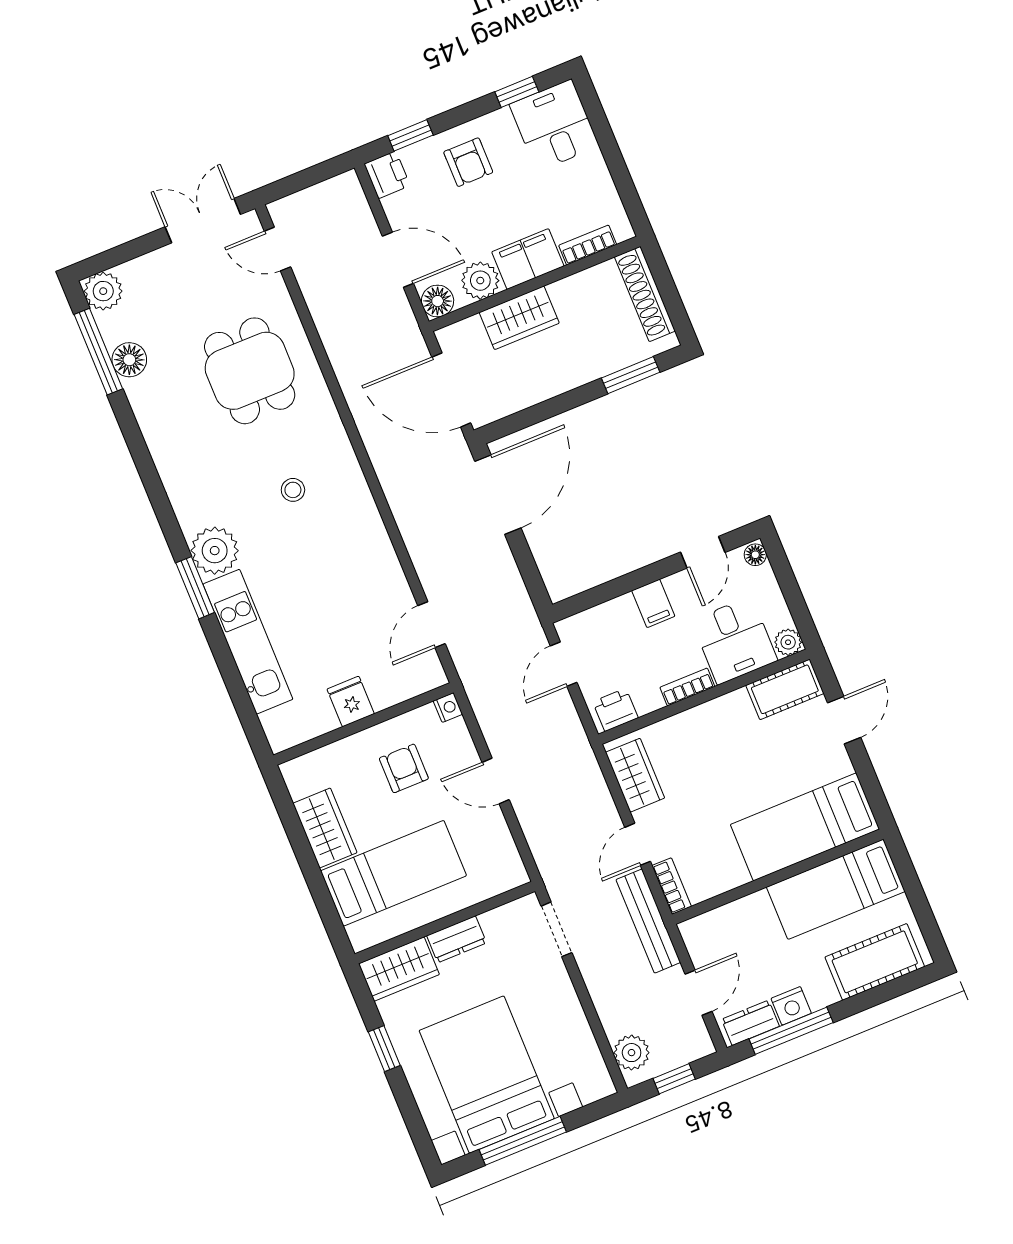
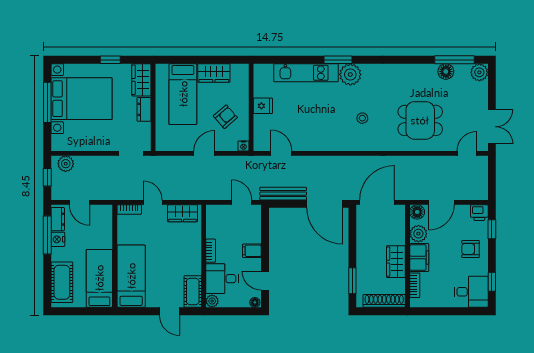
wardrobe: (519, 318) -> (396, 262), moved
printer: (615, 710) -> (213, 216), removed
armchair: (404, 768) -> (225, 117), turned -41
bench: (648, 921) -> (283, 194), moved

